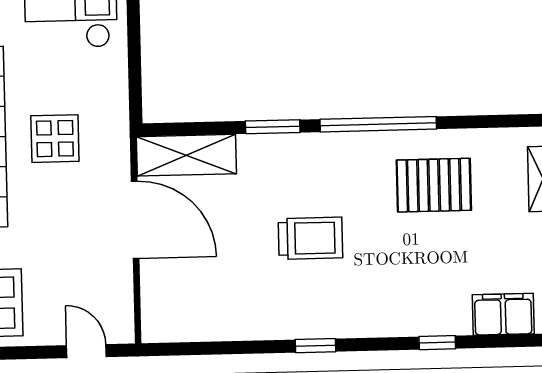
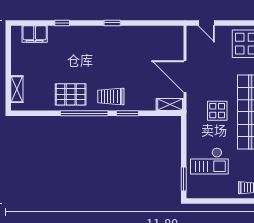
shelving: (186, 155) -> (170, 105), width x0.67, depth x0.75
pallet: (434, 185) -> (71, 94), moved
trolley: (310, 238) -> (111, 97), moved

